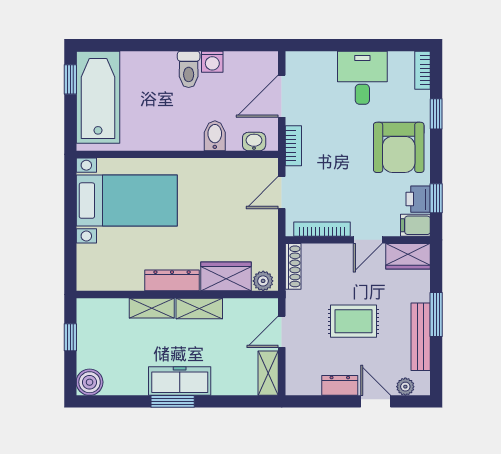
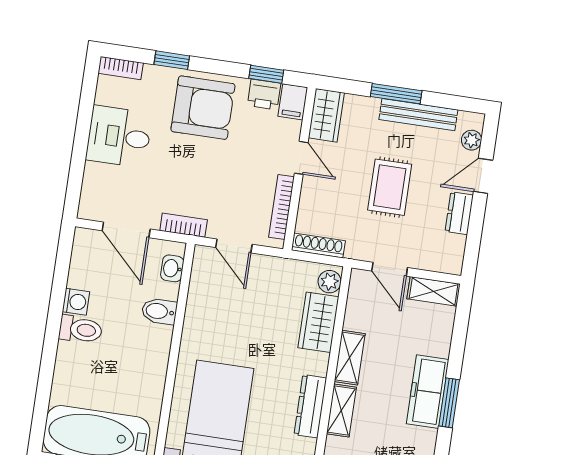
dresser: (172, 280) -> (310, 406), moved

